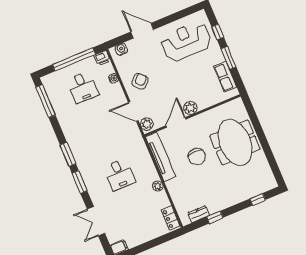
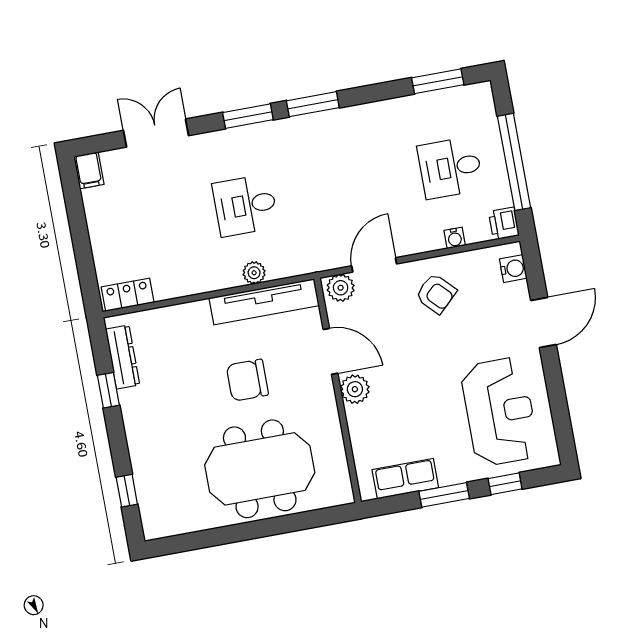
window: (46, 101) -> (438, 81), width x0.69
plant: (158, 186) -> (254, 273), moved
dresser: (199, 214) -> (123, 357), width x1.44

